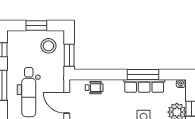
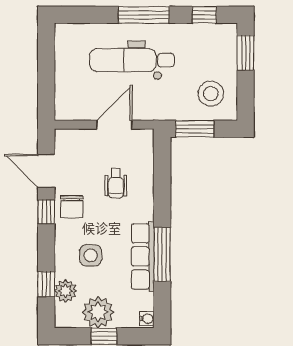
window: (36, 25) -> (246, 53), moved
wheelchair: (94, 88) -> (116, 183), moved

